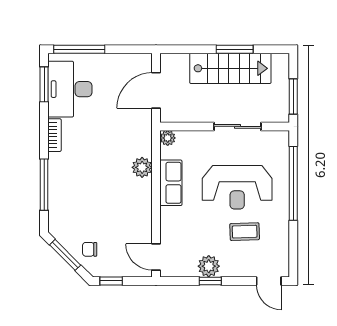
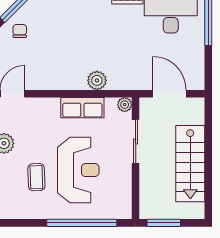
window: (235, 49) -> (208, 168), removed
sliding door: (237, 126) -> (136, 141), moved
reception desk: (237, 187) -> (78, 170), turned 180

